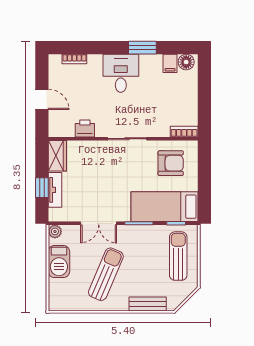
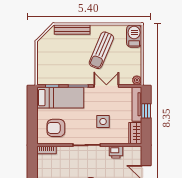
side table: (103, 172) -> (103, 122), added
tv unit: (55, 190) -> (137, 104), width x1.41
sun lounger: (178, 256) -> (51, 63), removed
barbecue: (59, 262) -> (134, 36), moved
bench: (148, 304) -> (72, 29), width x1.36

